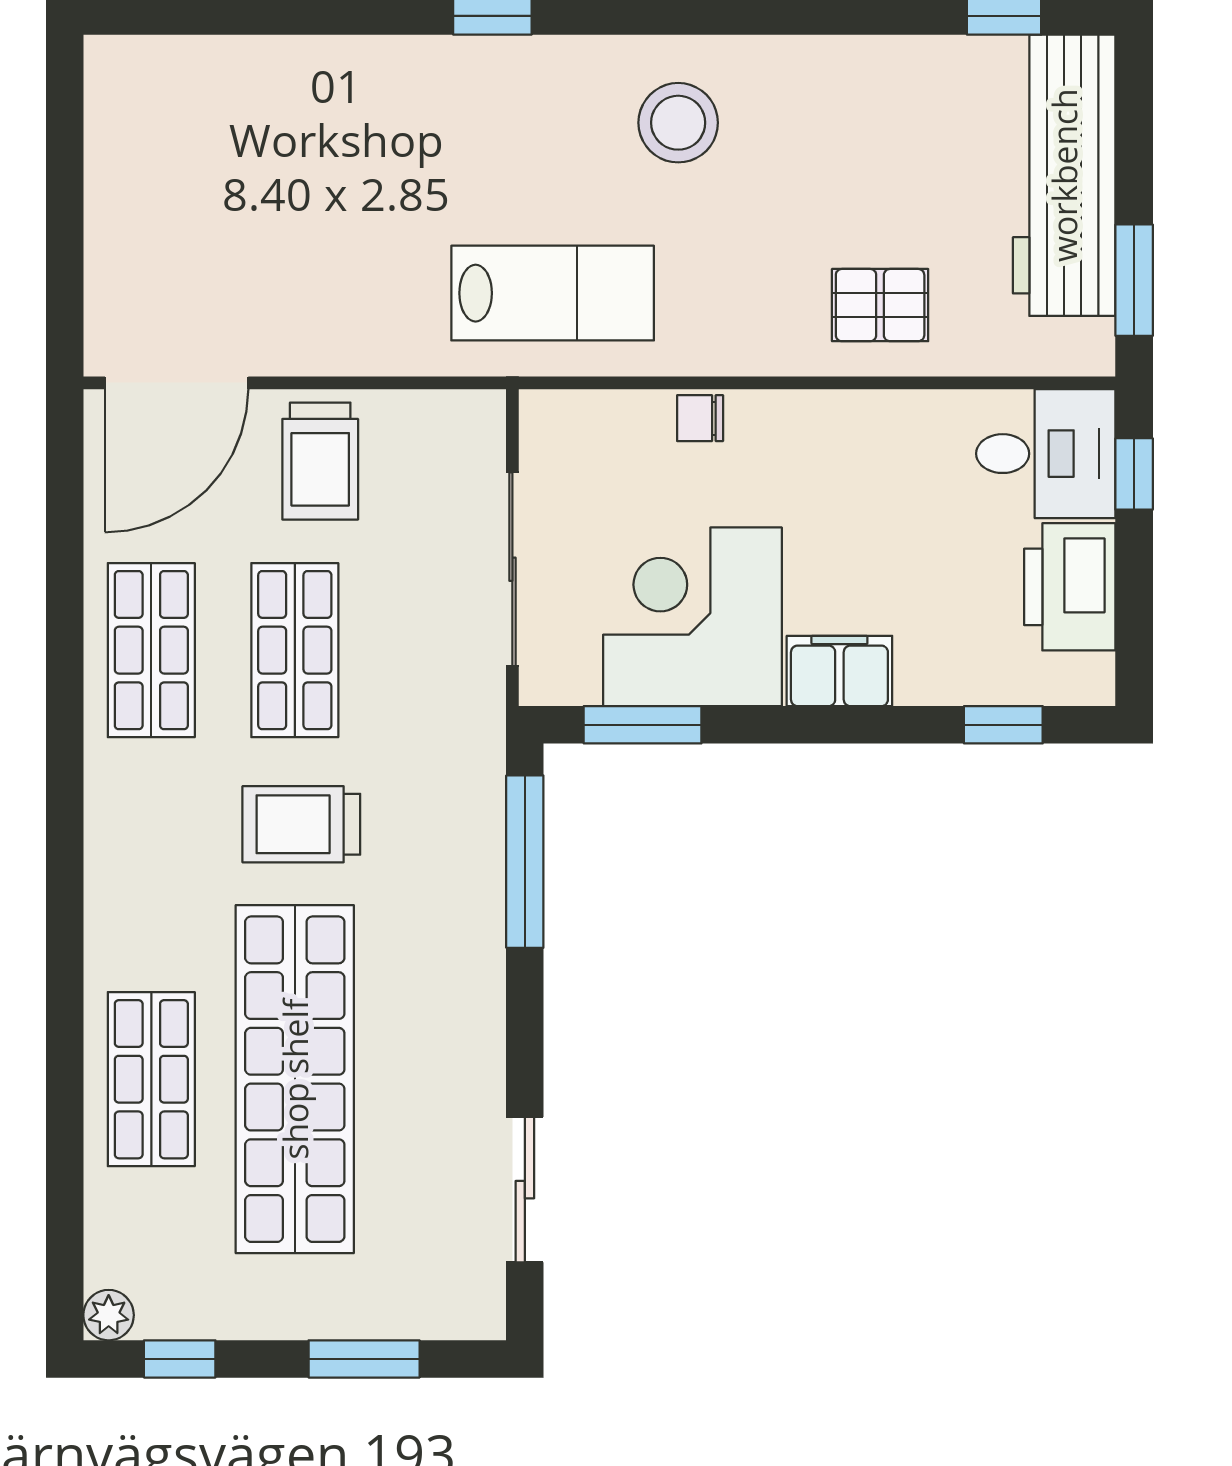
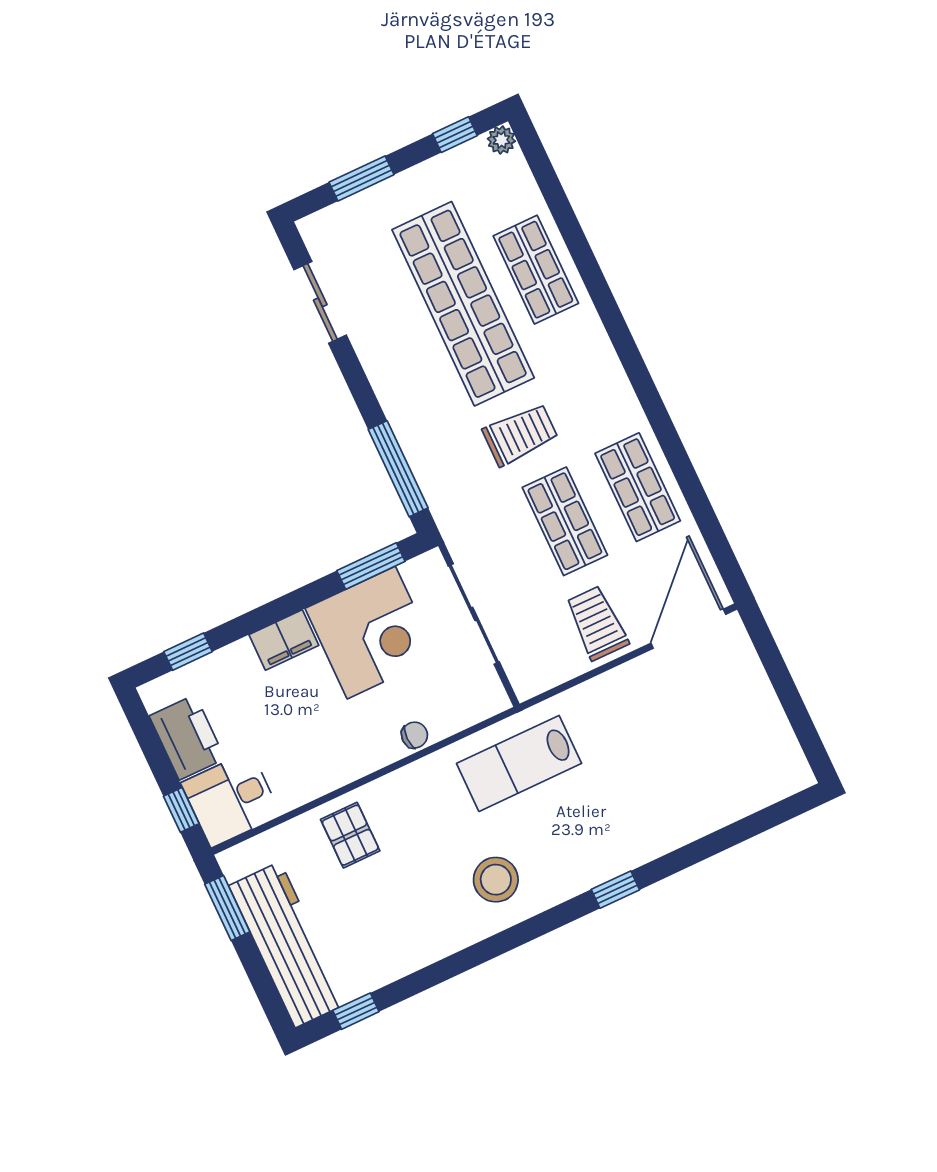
pallet: (880, 305) -> (350, 835), turned 90

